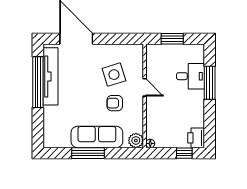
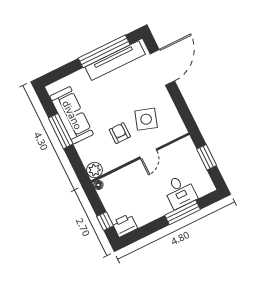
side table: (114, 75) -> (146, 119), turned 35
sofa: (97, 137) -> (72, 115), moved

